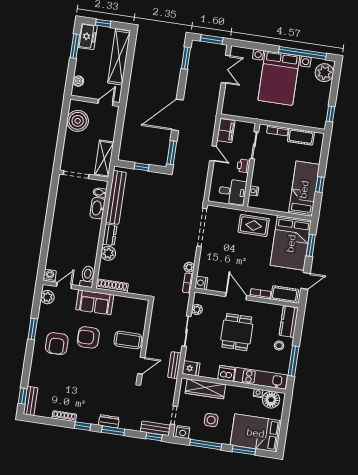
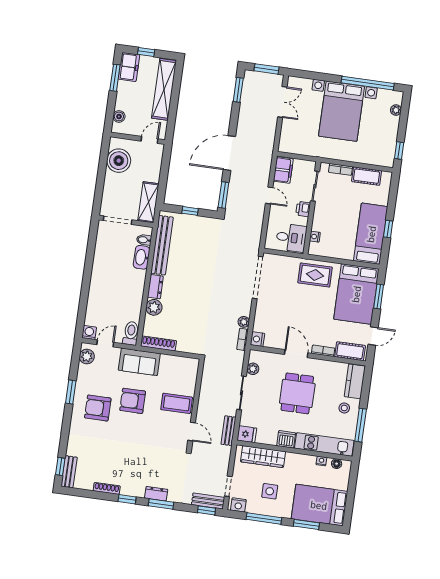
plant: (324, 73) -> (396, 110), width x0.53, depth x0.53
armchair: (57, 344) -> (98, 408), turned 90
door: (141, 366) -> (192, 432), hinge flipped
floor lamp: (271, 400) -> (337, 464), width x0.53, depth x0.53

